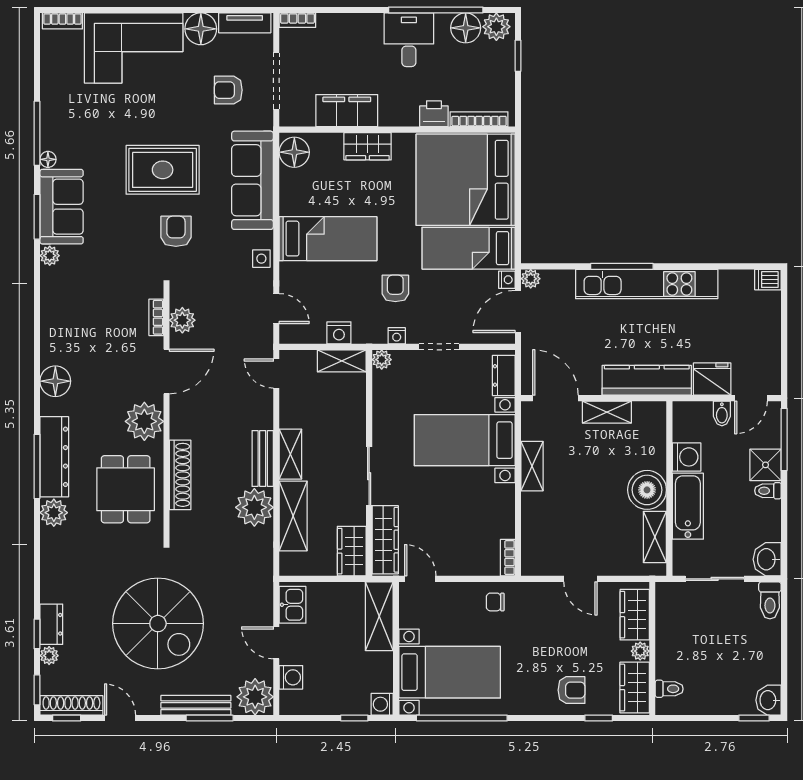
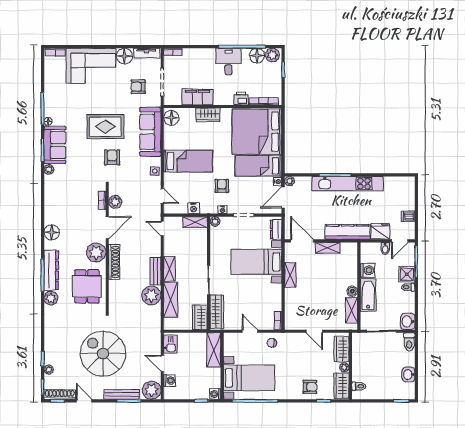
dishwasher: (768, 280) -> (408, 216), moved
shoe rack: (180, 475) -> (114, 262), moved
boiler: (647, 490) -> (352, 291), width x0.54, depth x0.54
door: (420, 579) -> (250, 331), moved
dresser: (51, 624) -> (50, 354), removed
spiral stairs: (158, 624) -> (103, 354), turned 180
washbasin: (769, 700) -> (409, 375), moved

